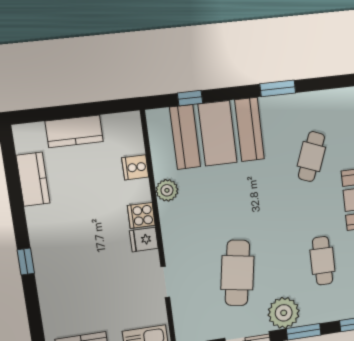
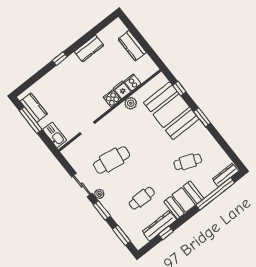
window: (278, 88) -> (202, 117), moved
kitchen counter: (33, 179) -> (89, 48), moved
fridge: (144, 240) -> (122, 90), moved
plant: (284, 313) -> (99, 194), width x0.53, depth x0.53

